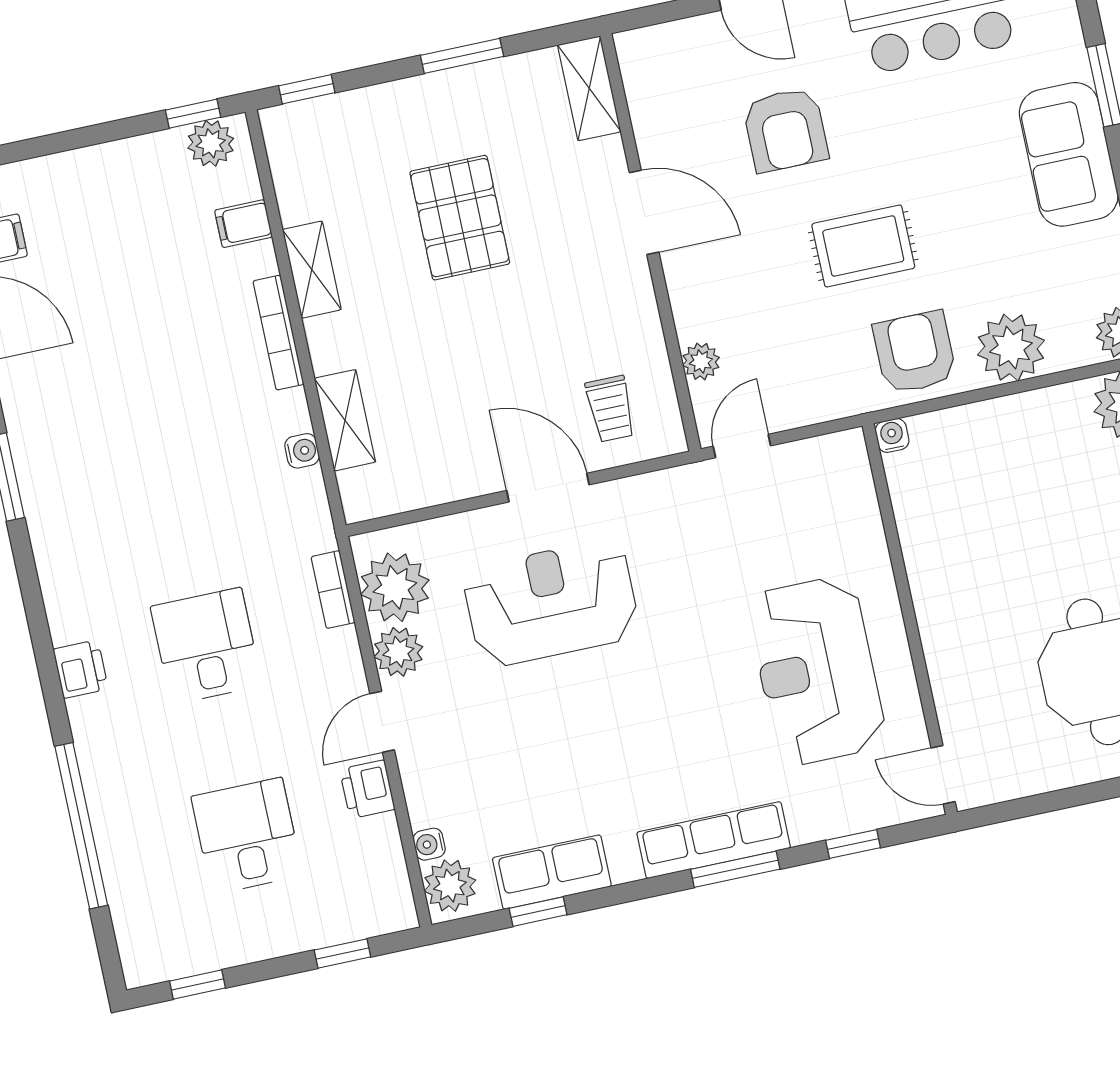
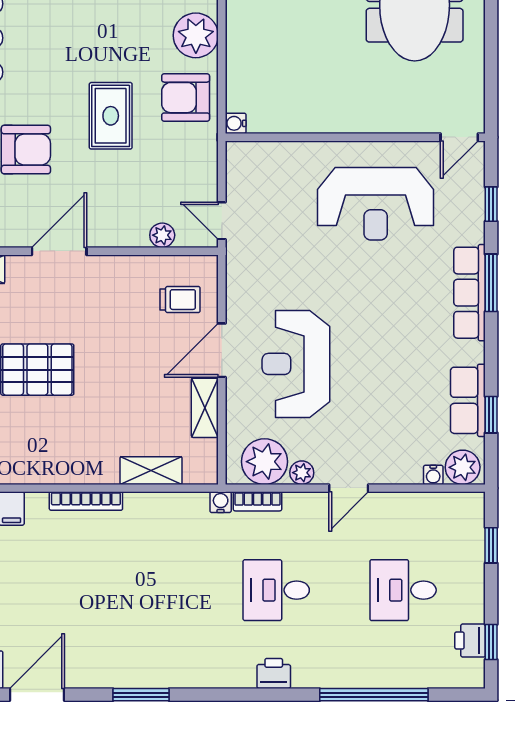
shelving: (312, 270) -> (205, 408), moved, turned 90
water cooler: (302, 451) -> (221, 502), moved
plant: (398, 652) -> (302, 473), width x0.73, depth x0.73
door: (382, 722) -> (349, 488), hinge flipped
printer: (367, 789) -> (470, 640), moved, turned 90

